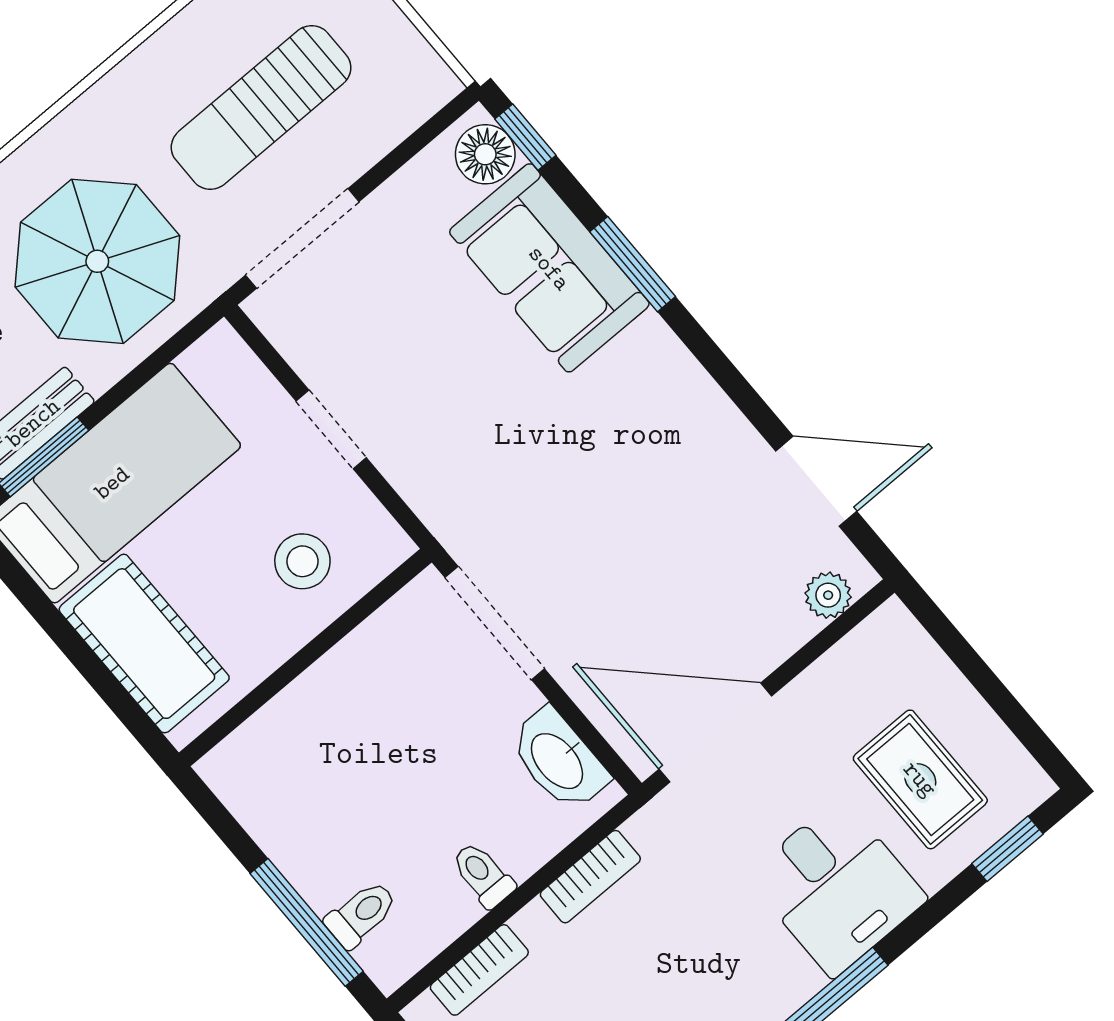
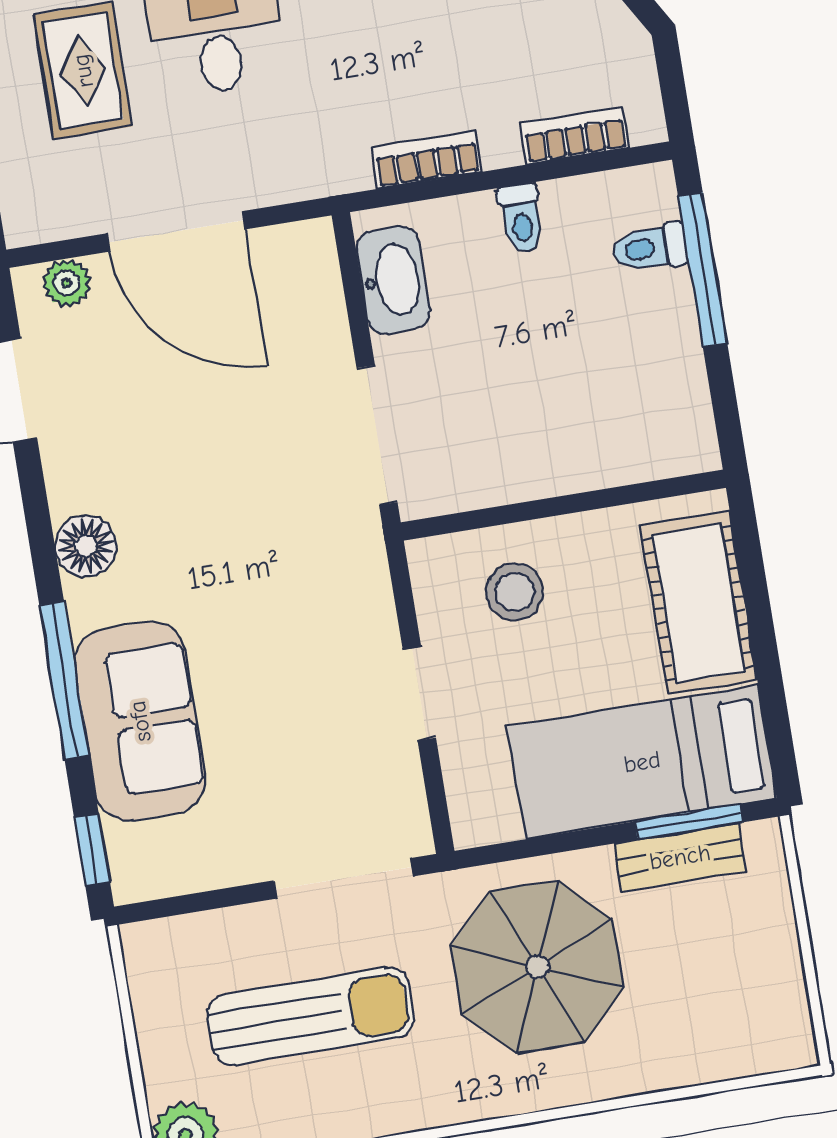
floor lamp: (485, 154) -> (86, 546), moved
window: (633, 264) -> (64, 680), width x1.44
door: (715, 733) -> (176, 231), moved

